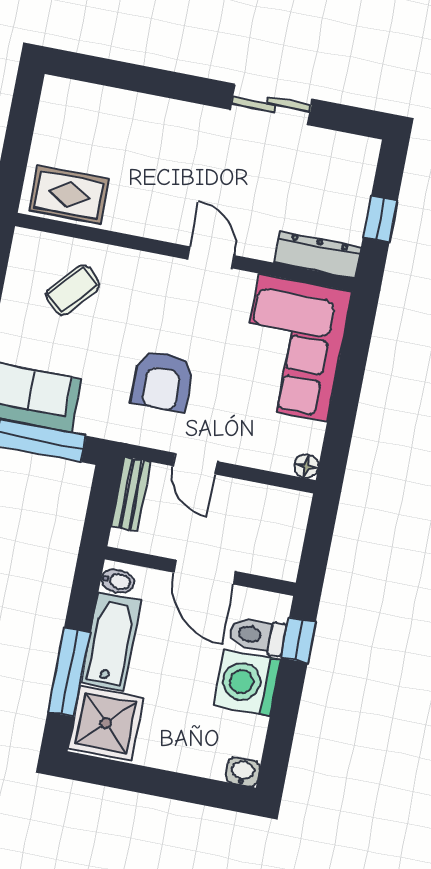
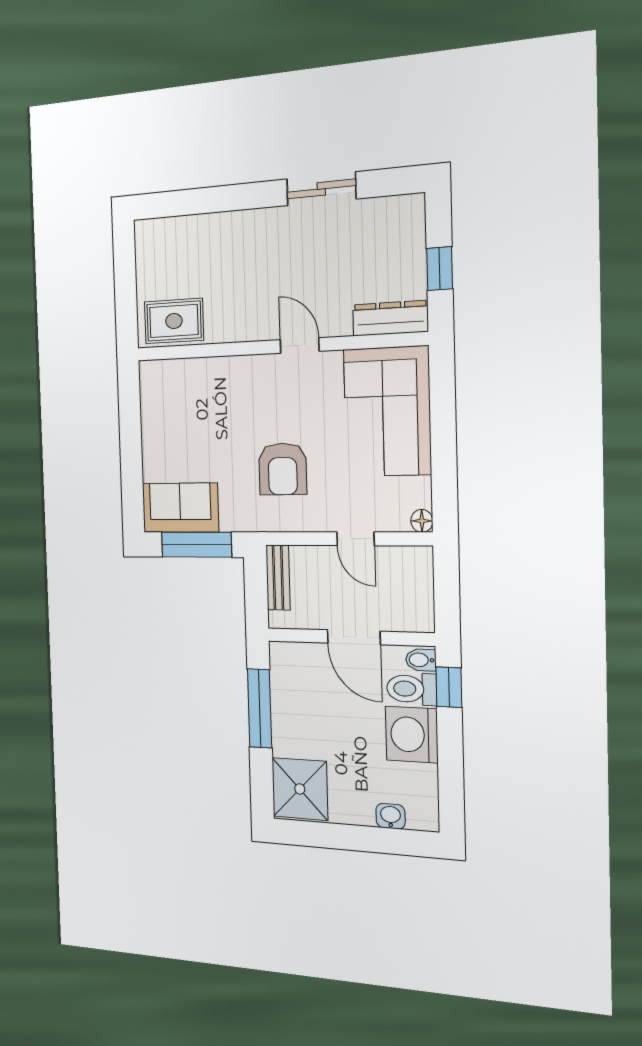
coffee table: (73, 290) -> (194, 405), removed
door: (195, 464) -> (356, 539), moved
bidet: (117, 581) -> (421, 660), moved, turned 180
bathtub: (111, 641) -> (289, 714), removed
window: (69, 672) -> (260, 708), moved
washbasin: (243, 772) -> (391, 816), moved

